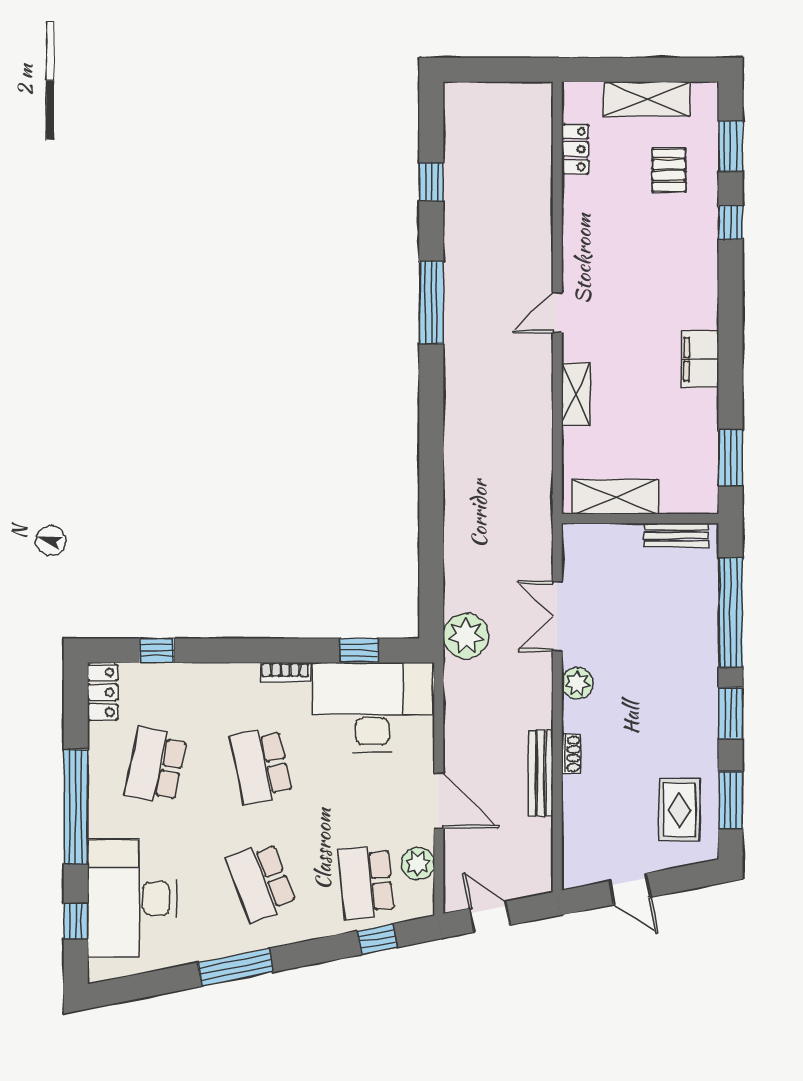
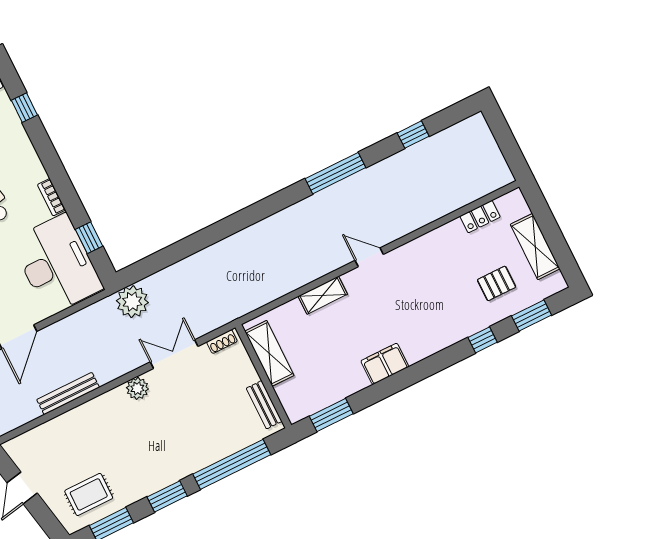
shoe rack: (571, 754) -> (222, 342), moved

